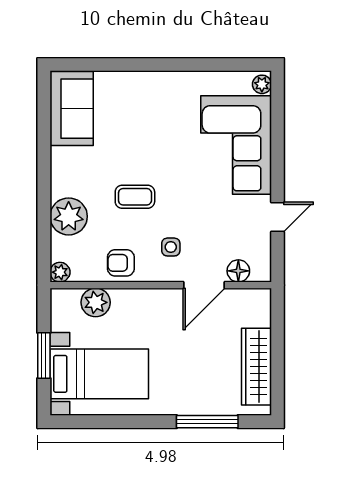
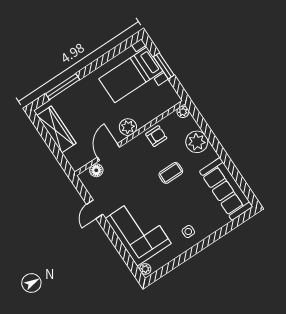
sofa: (72, 109) -> (226, 189), width x1.36
side table: (171, 247) -> (188, 232), moved
plant: (96, 302) -> (128, 127), moved

